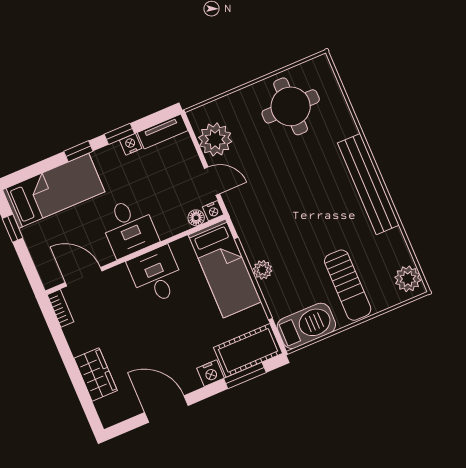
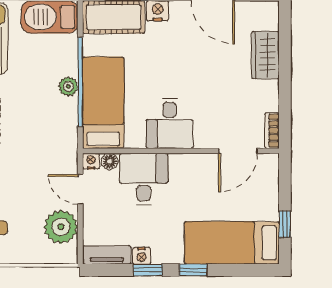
desk: (129, 227) -> (144, 179), moved
door: (84, 277) -> (238, 151), hinge flipped

